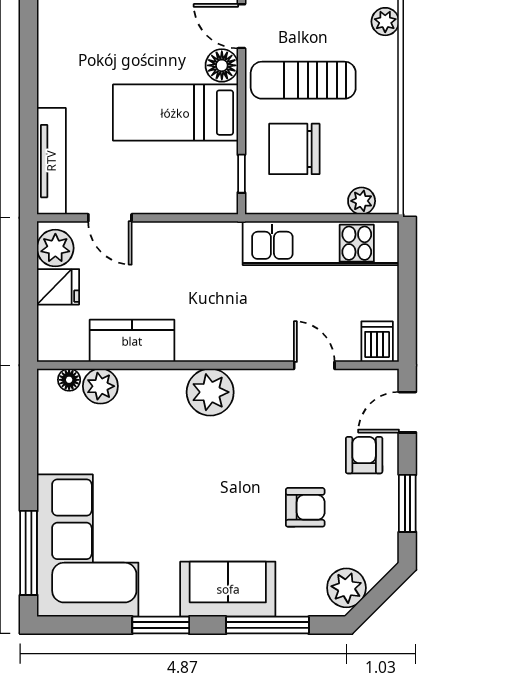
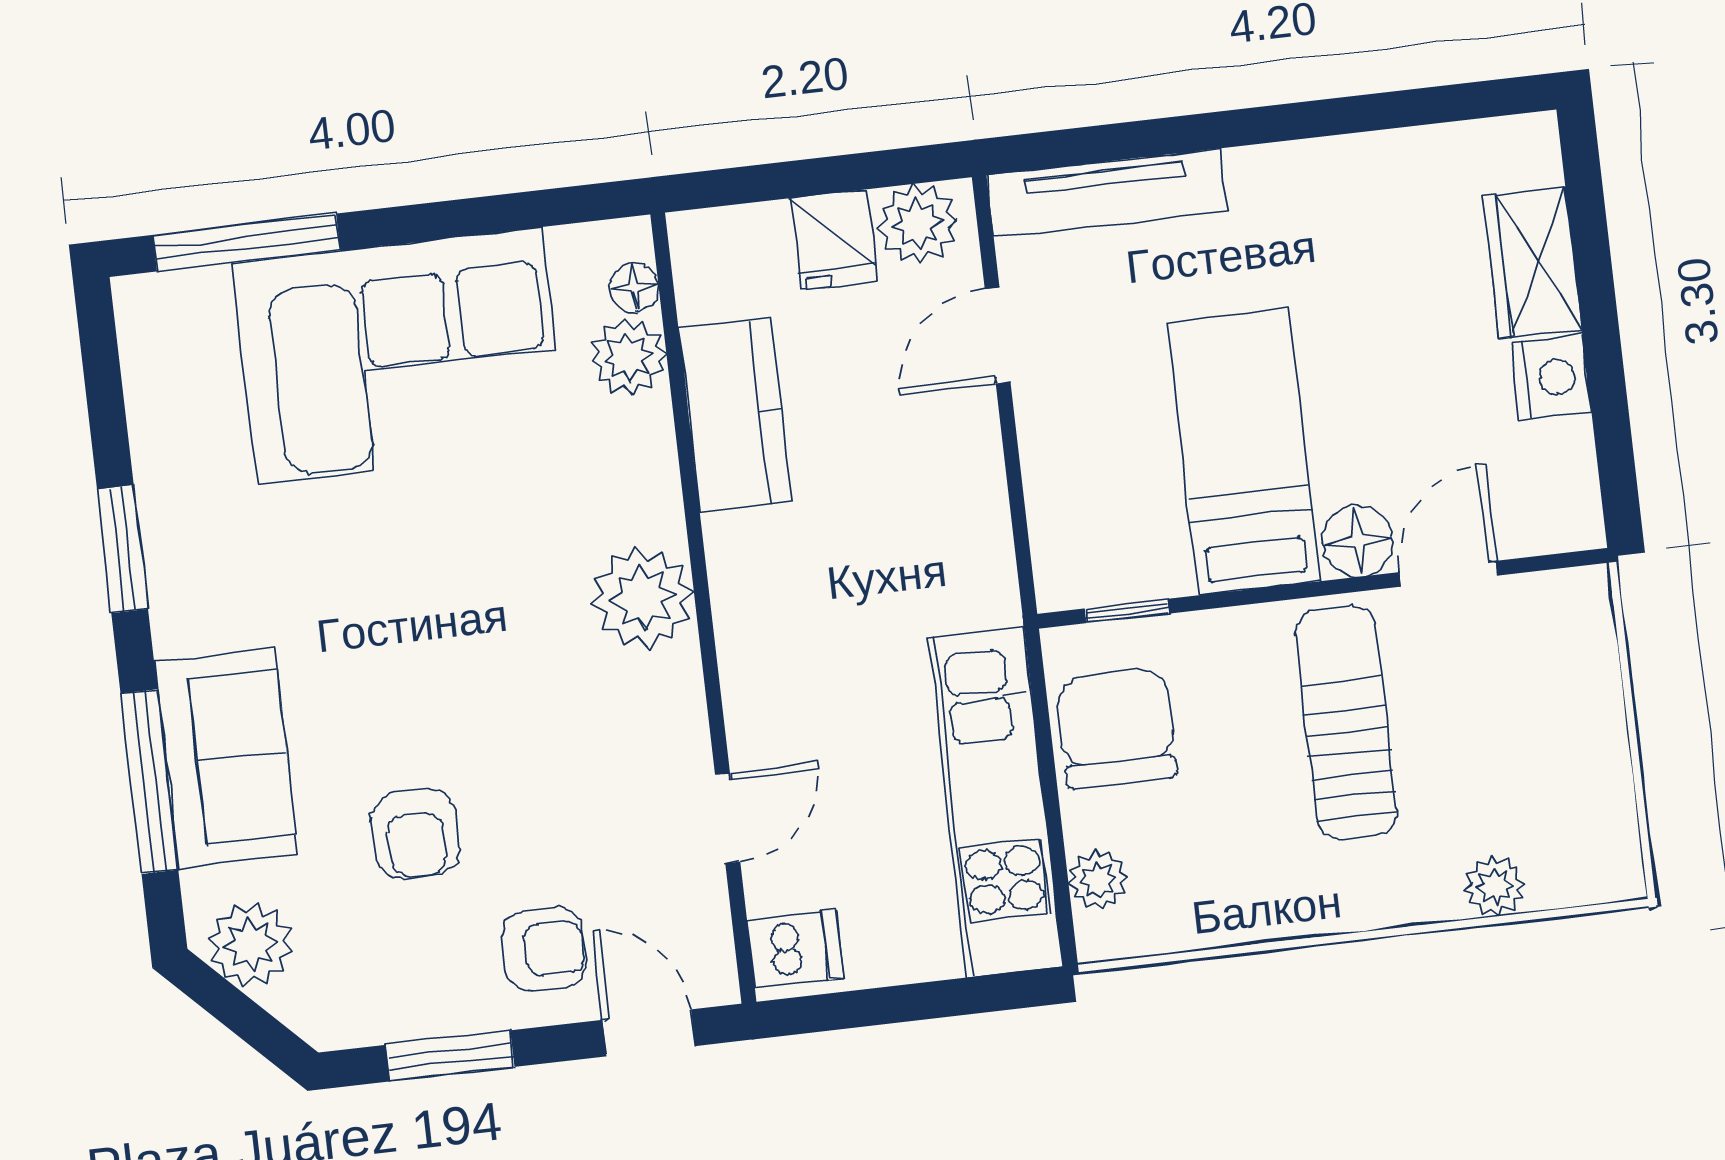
chair: (294, 149) -> (1116, 728), moved
corner sofa: (88, 546) -> (399, 356), moved
sofa: (228, 589) -> (226, 758), moved

